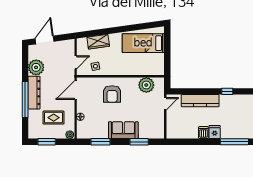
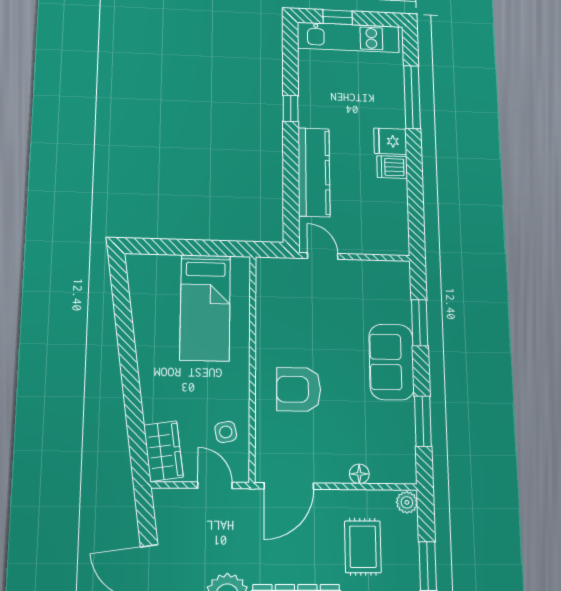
wardrobe: (98, 42) -> (163, 451), moved
bed: (143, 43) -> (205, 307), moved
plant: (146, 85) -> (275, 302), removed
door: (76, 90) -> (289, 486), hinge flipped
armchair: (112, 94) -> (299, 389), turned 180

